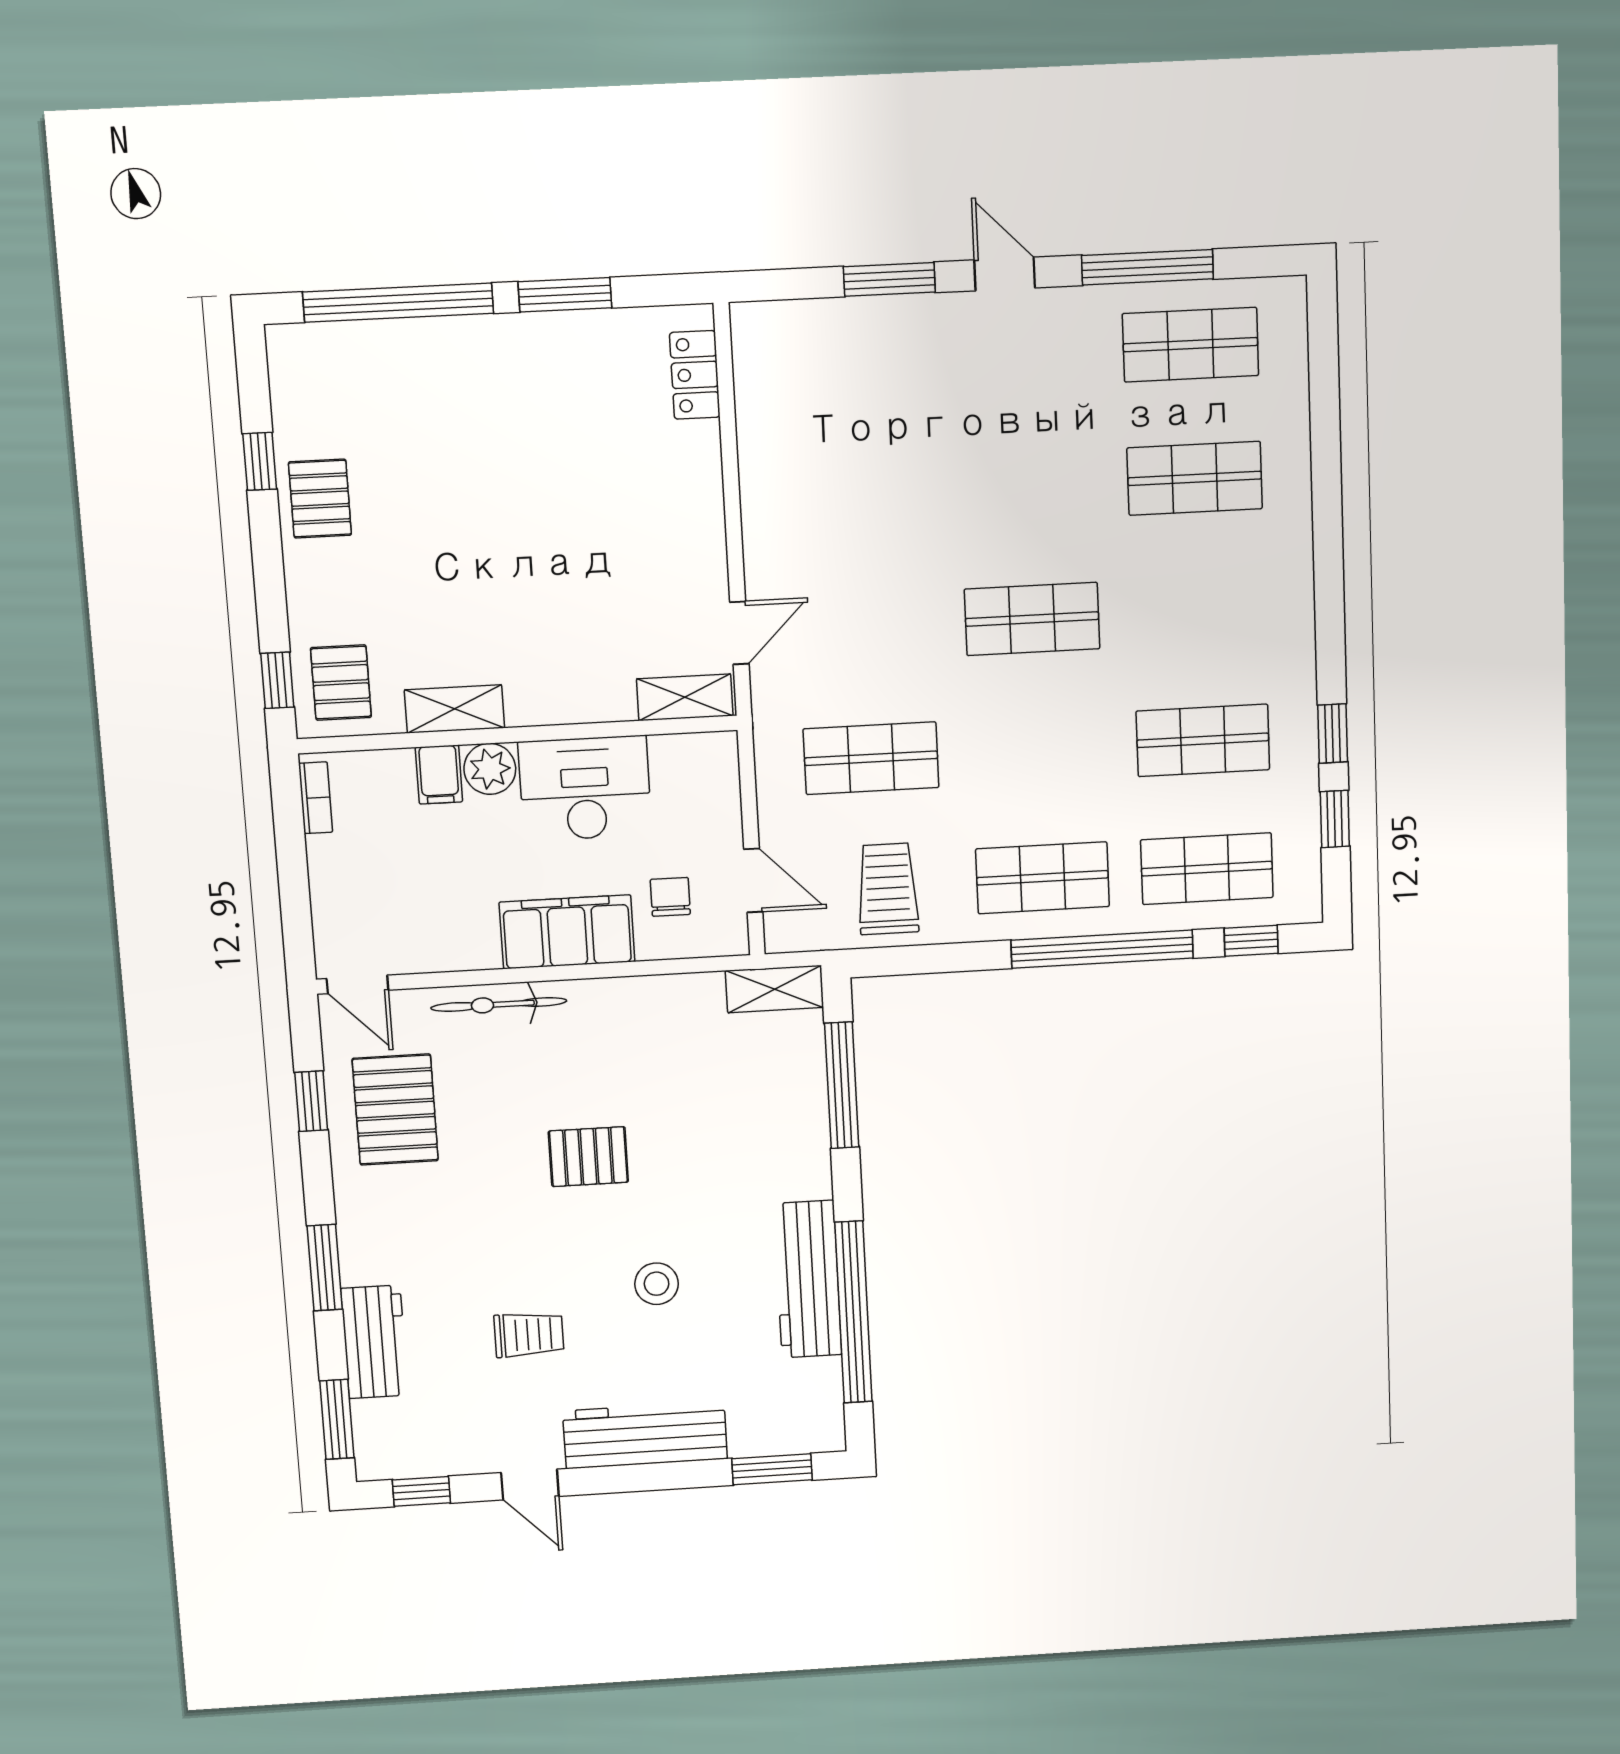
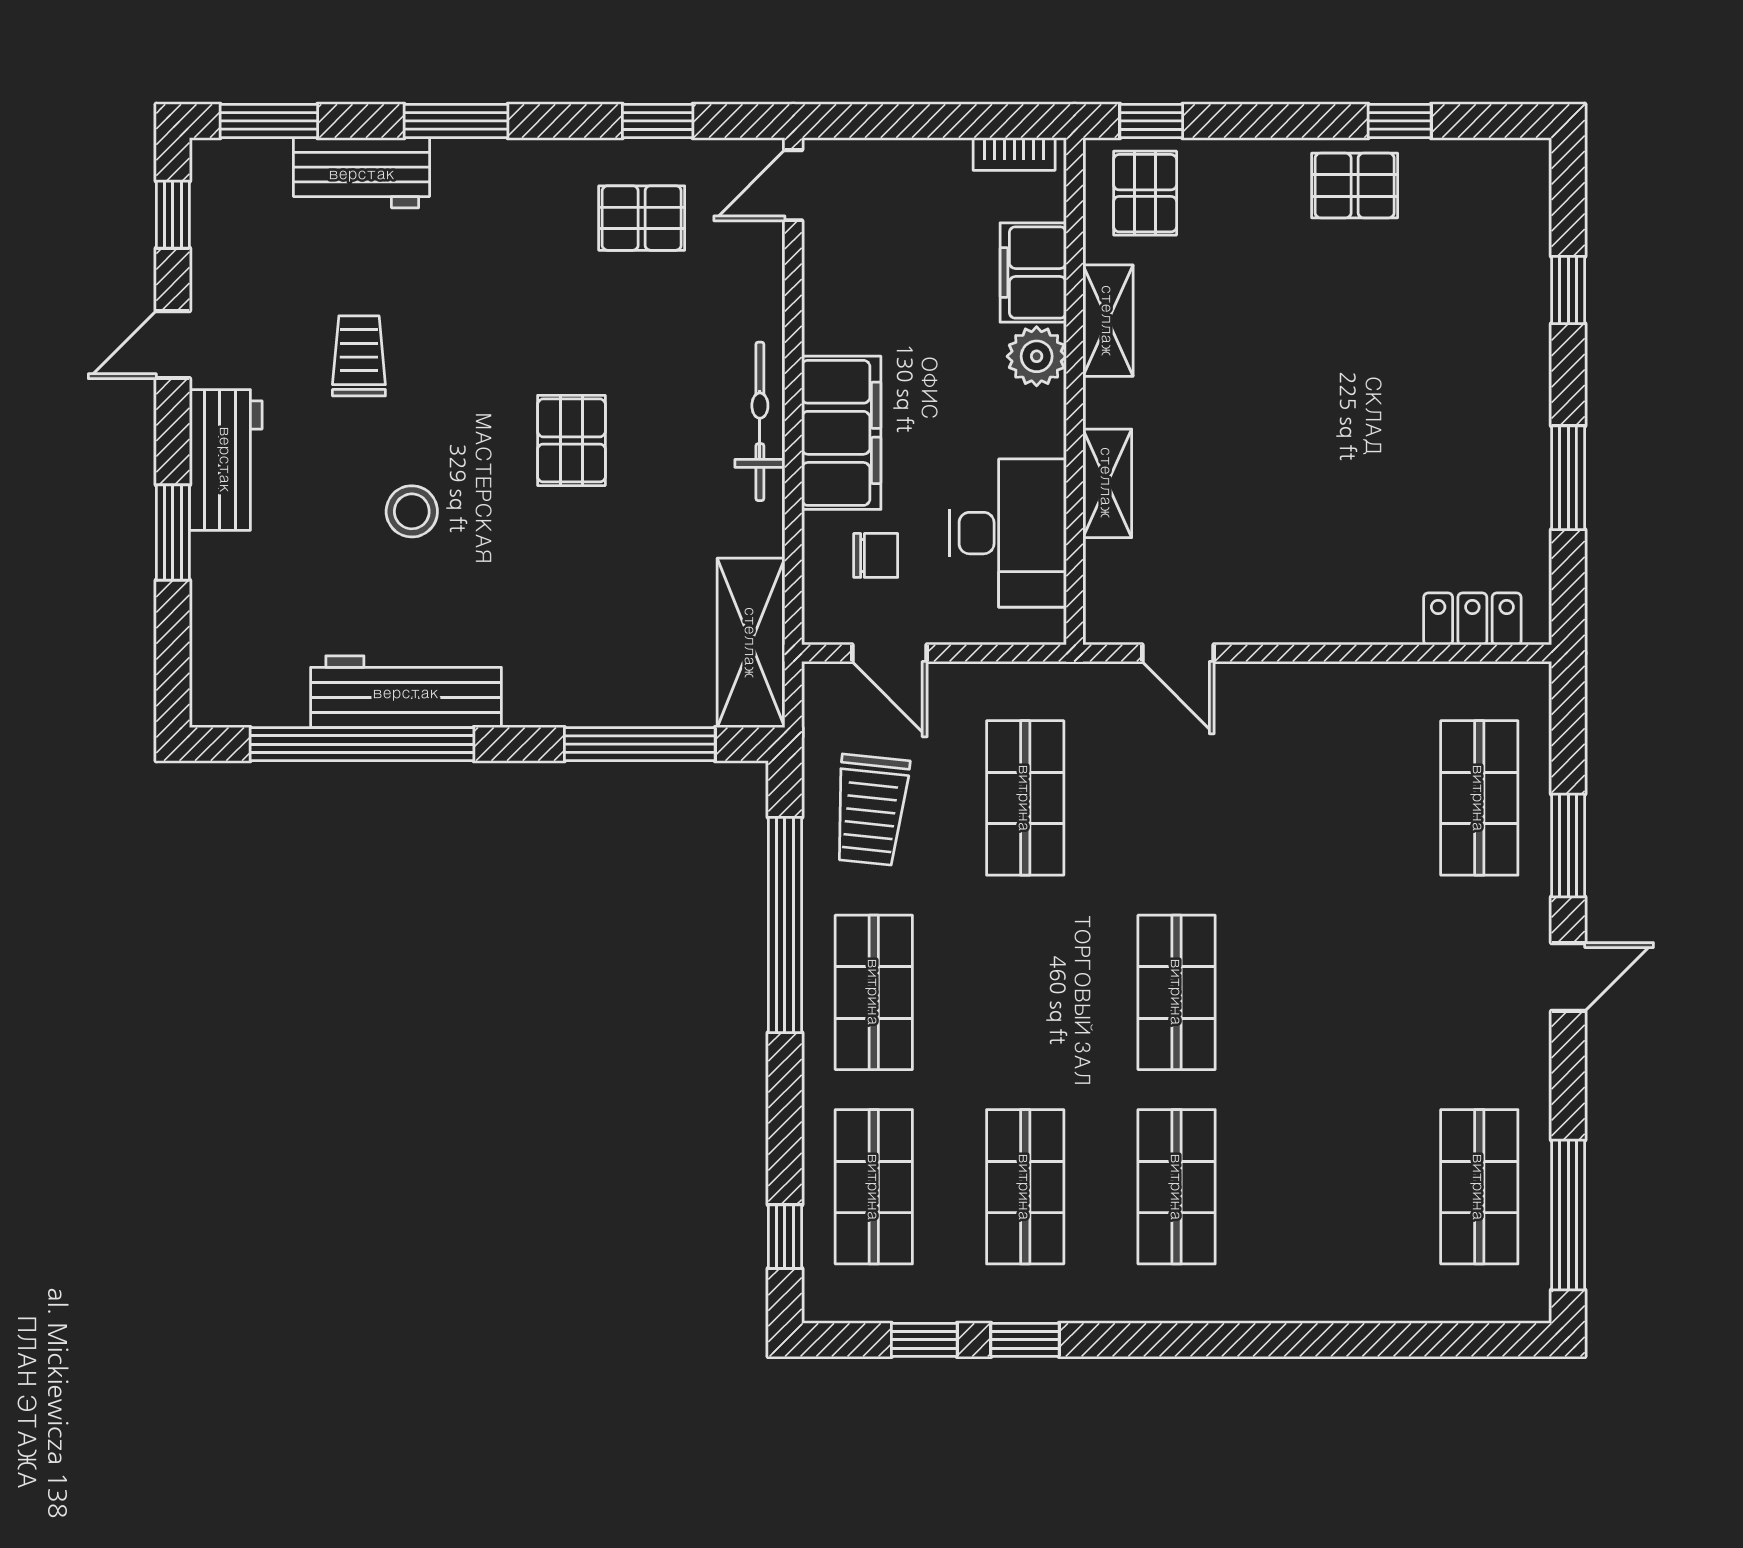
window: (1148, 267) -> (1568, 1215), moved
window: (398, 303) -> (1568, 290), width x0.32
shop shelf: (852, 361) -> (1479, 798), added
shop shelf: (1195, 478) -> (1177, 1187), moved
pallet: (341, 683) -> (1145, 193), turned 90
shelving: (685, 697) -> (1107, 483), moved
filing cabinet: (439, 775) -> (1033, 273), width x2.00
desk: (585, 788) -> (1008, 533), moved
door: (753, 880) -> (890, 653), hinge flipped
trolley: (888, 889) -> (871, 810), turned 96
window: (1102, 949) -> (785, 925), moved
shelving: (775, 989) -> (751, 643), width x1.50, depth x1.33
bicycle: (499, 1004) -> (760, 421), moved
pallet: (395, 1110) -> (642, 218), width x0.67, depth x0.71
trolley: (529, 1335) -> (359, 356), turned 180
workbench: (645, 1435) -> (226, 460), width x0.73
window: (772, 1469) -> (173, 532), moved

